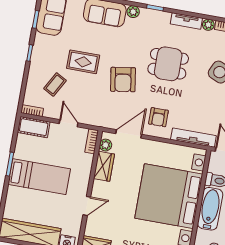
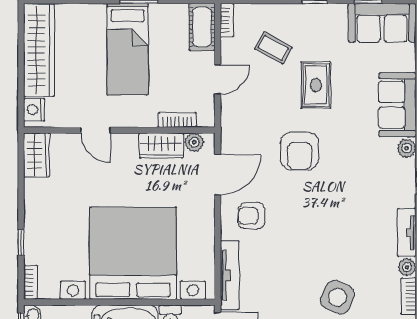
dining table: (168, 64) -> (336, 216), removed
armchair: (123, 80) -> (300, 151), turned -81
door: (129, 134) -> (218, 175), hinge flipped
bookcase: (92, 141) -> (177, 120), moved

